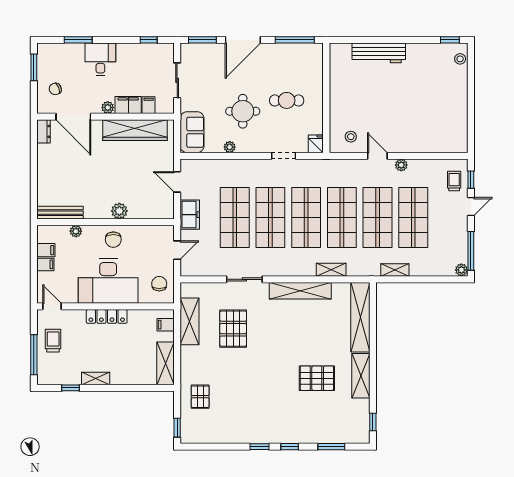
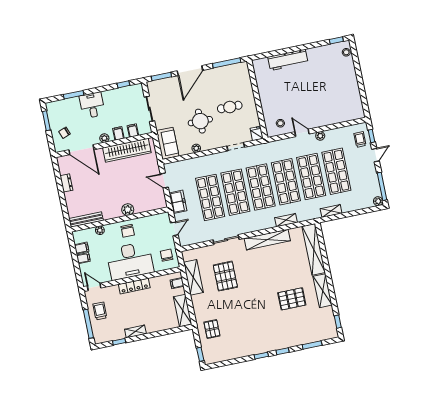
filing cabinet: (128, 105) -> (118, 133), width x0.50
dresser: (44, 131) -> (66, 183), moved

